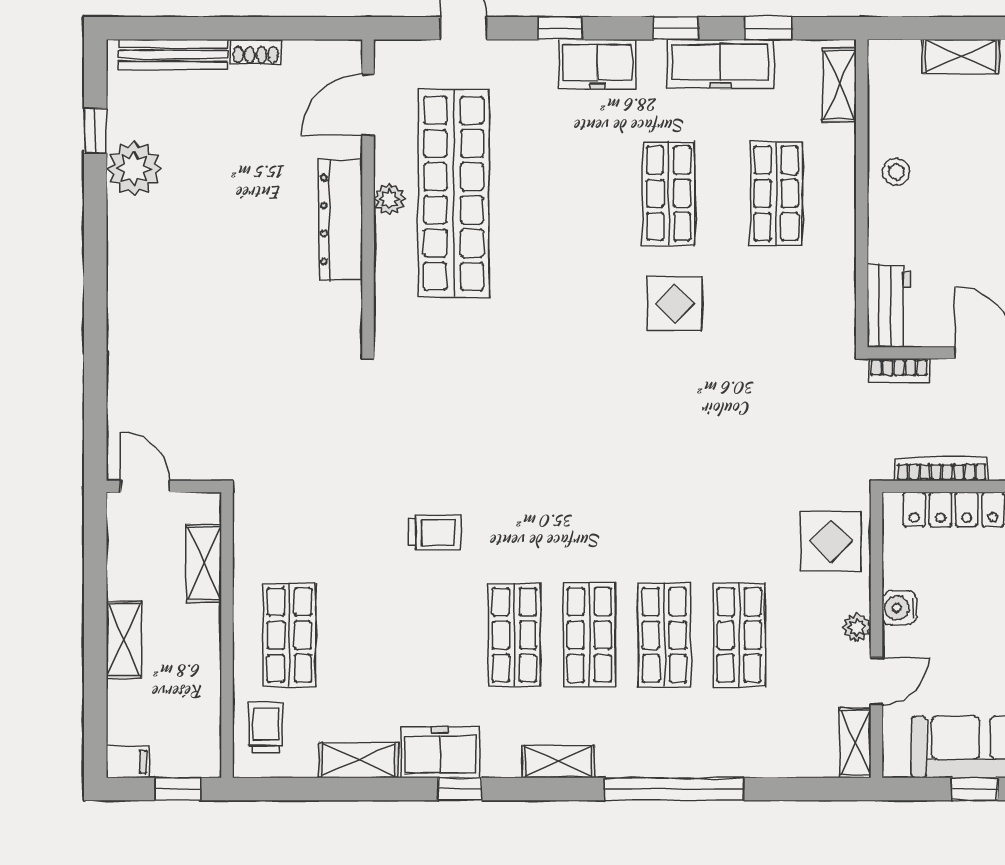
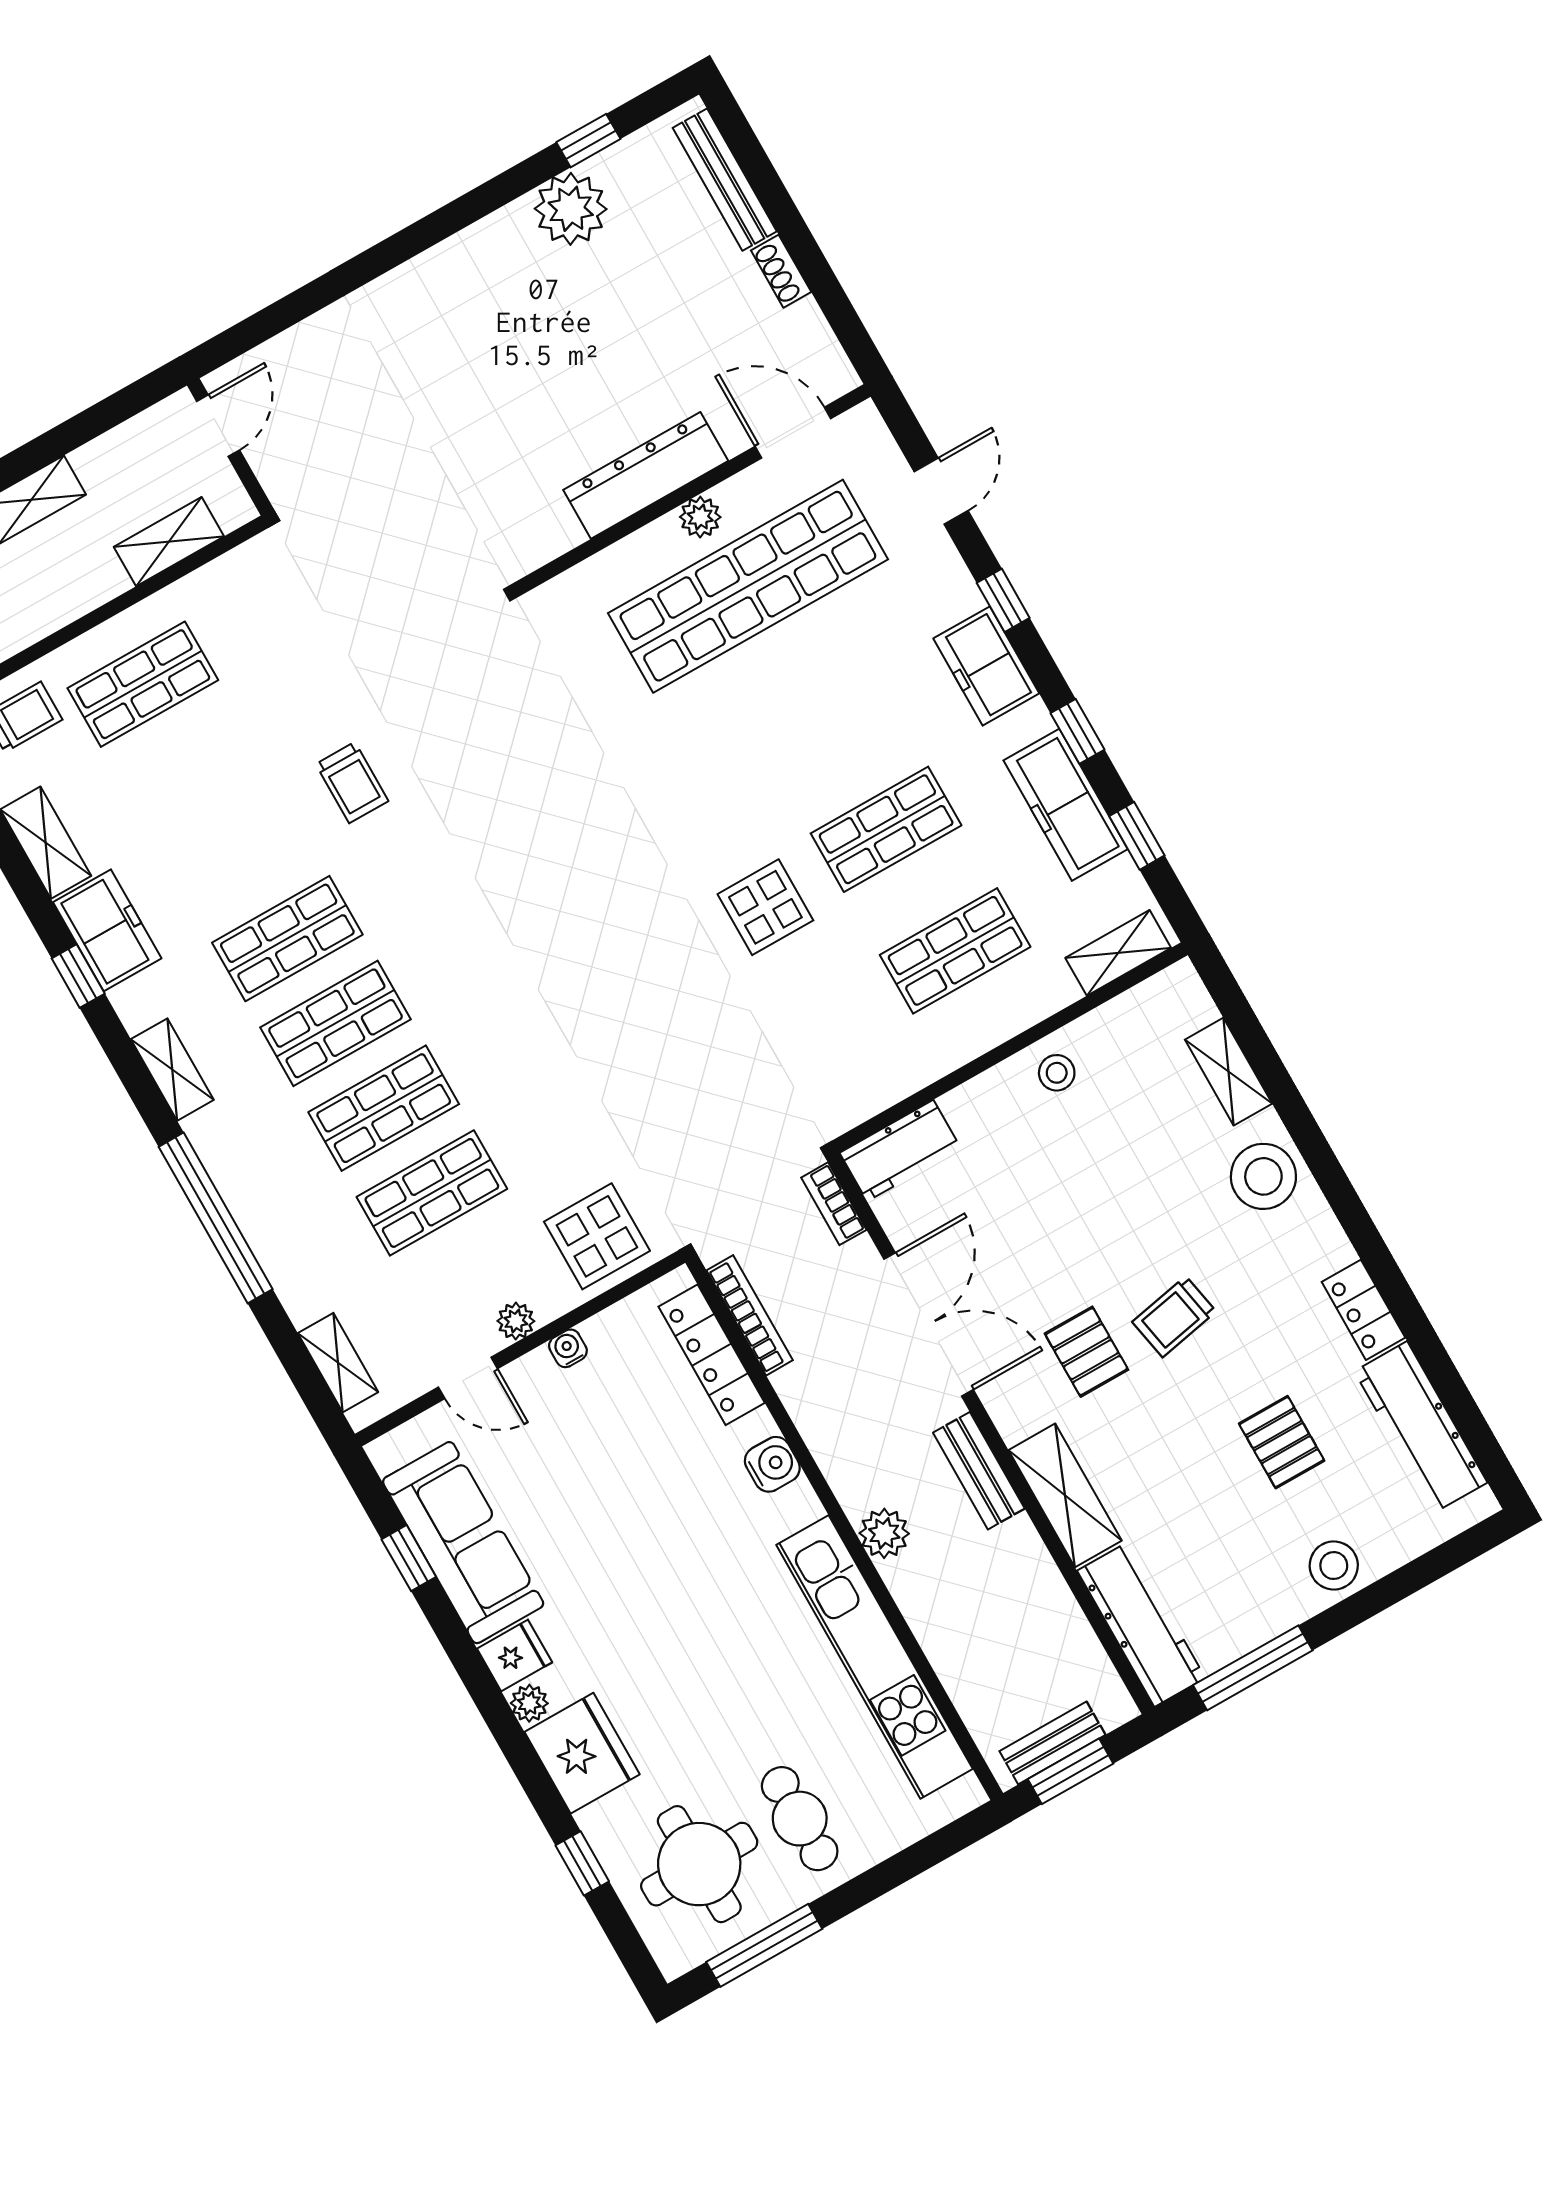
water cooler: (900, 608) -> (568, 1348), width x0.72, depth x0.72
shelving: (855, 743) -> (338, 1363), moved, turned 90

